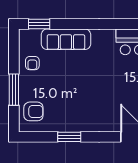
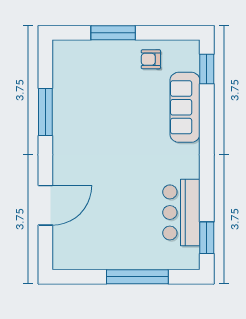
armchair: (33, 111) -> (82, 61), removed
window: (69, 137) -> (45, 112), width x1.44

